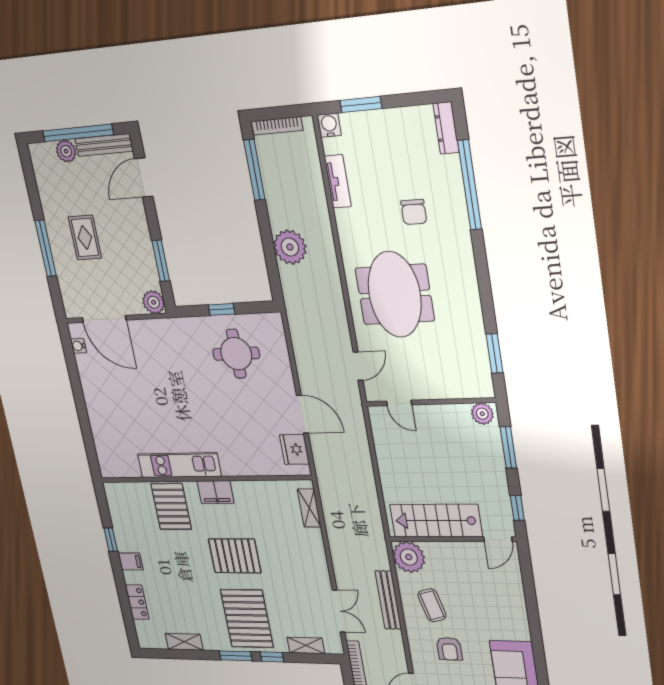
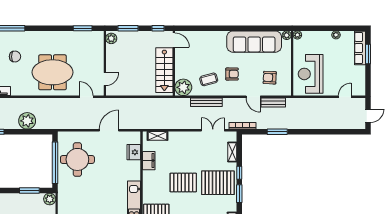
window: (222, 309) -> (55, 163), width x3.17
round table: (236, 354) -> (77, 159), width x1.36, depth x1.36
fridge: (294, 449) -> (134, 152), moved, turned 90
filing cabinet: (216, 492) -> (149, 161), moved
pallet: (235, 556) -> (183, 182), turned 90

